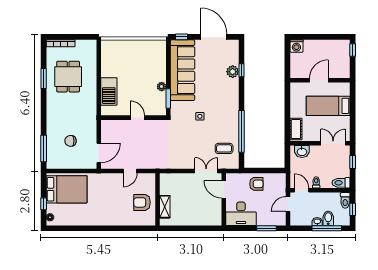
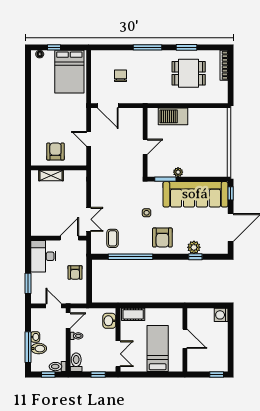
armchair: (223, 101) -> (162, 238), added
window: (44, 149) -> (147, 47), moved

